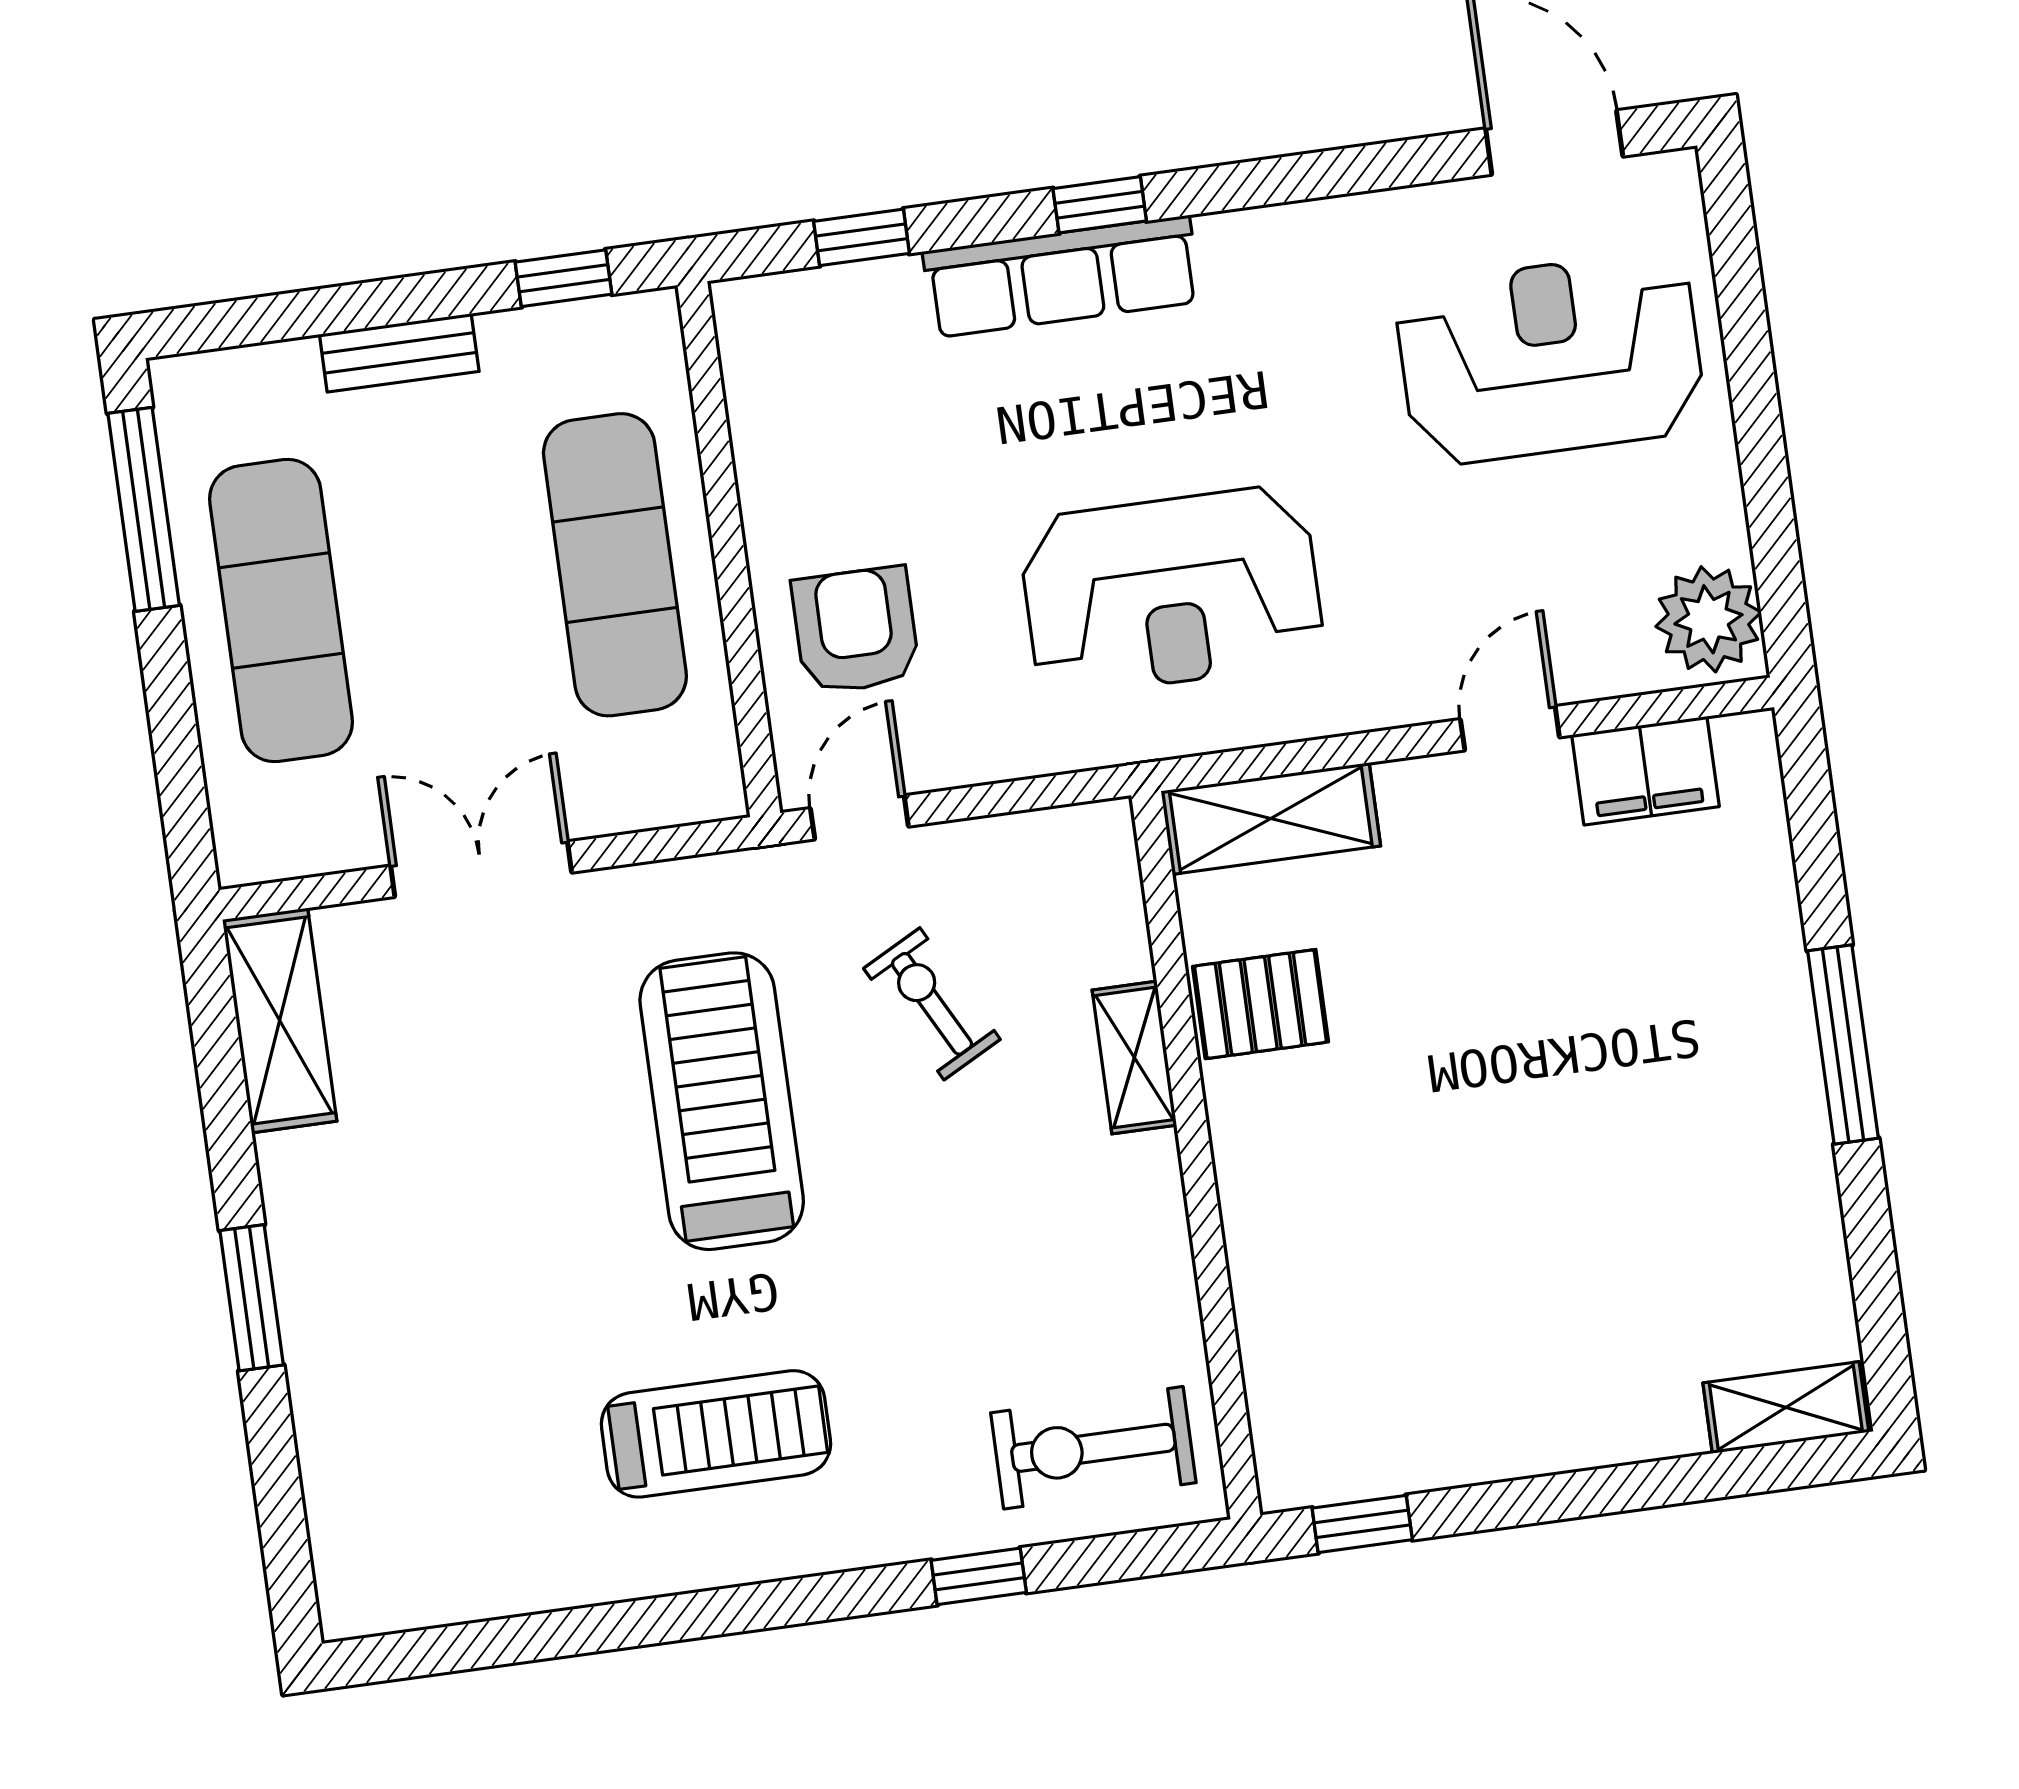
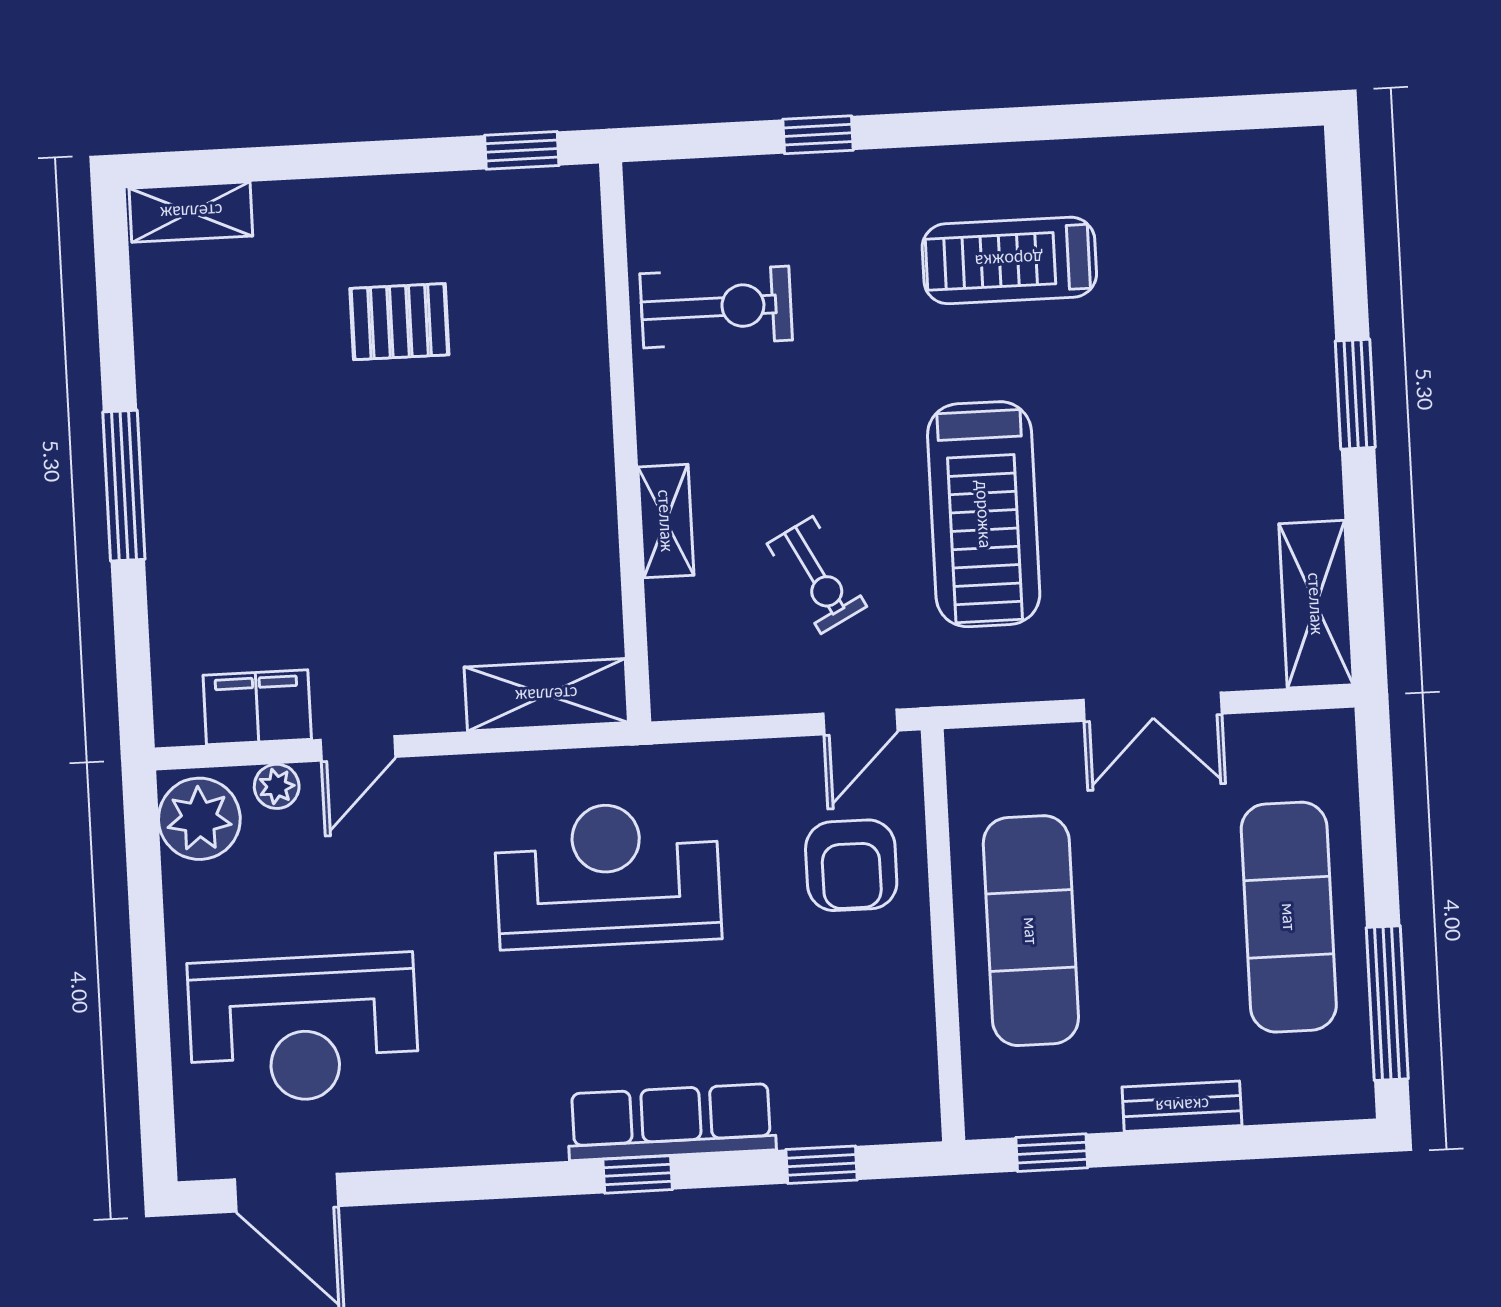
plant: (1611, 670) -> (277, 786), added
pallet: (1261, 1004) -> (399, 322), moved
exercise bike: (1093, 1448) -> (716, 307), moved

